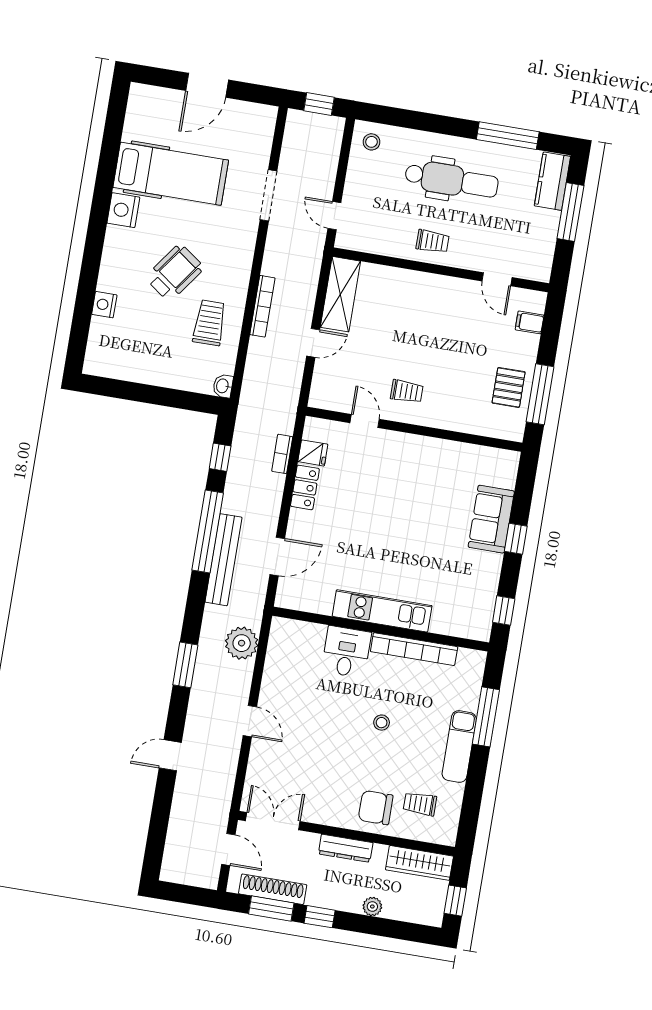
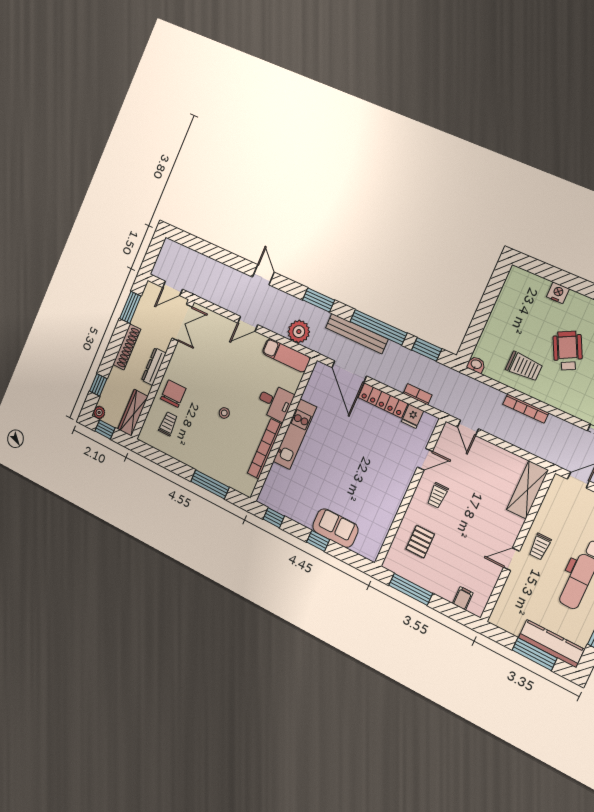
kitchen counter: (552, 181) -> (551, 643), width x1.50
wheelchair: (175, 273) -> (568, 351), turned -153
door: (497, 279) -> (512, 559), moved
shelving: (340, 294) -> (527, 490), moved, turned 90
door: (313, 343) -> (468, 428), moved
pallet: (509, 387) -> (420, 542), moved, turned 90
window: (220, 457) -> (427, 349), width x1.50
locker: (305, 487) -> (383, 400), width x1.53
door: (277, 556) -> (349, 372), width x1.36
window: (185, 665) -> (319, 300), moved
exam couch: (459, 747) -> (286, 355), moved, turned 180
door: (170, 755) -> (263, 275), moved
shoe rack: (273, 889) -> (127, 347), moved
plant: (372, 907) -> (99, 412), moved
window: (320, 917) -> (98, 385), moved

